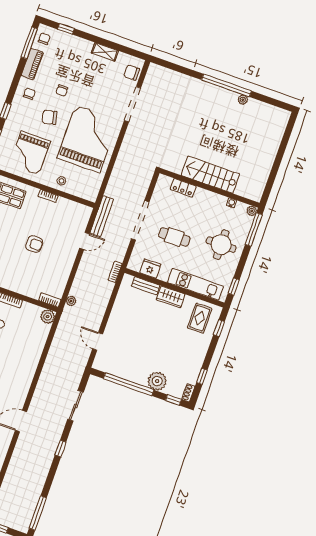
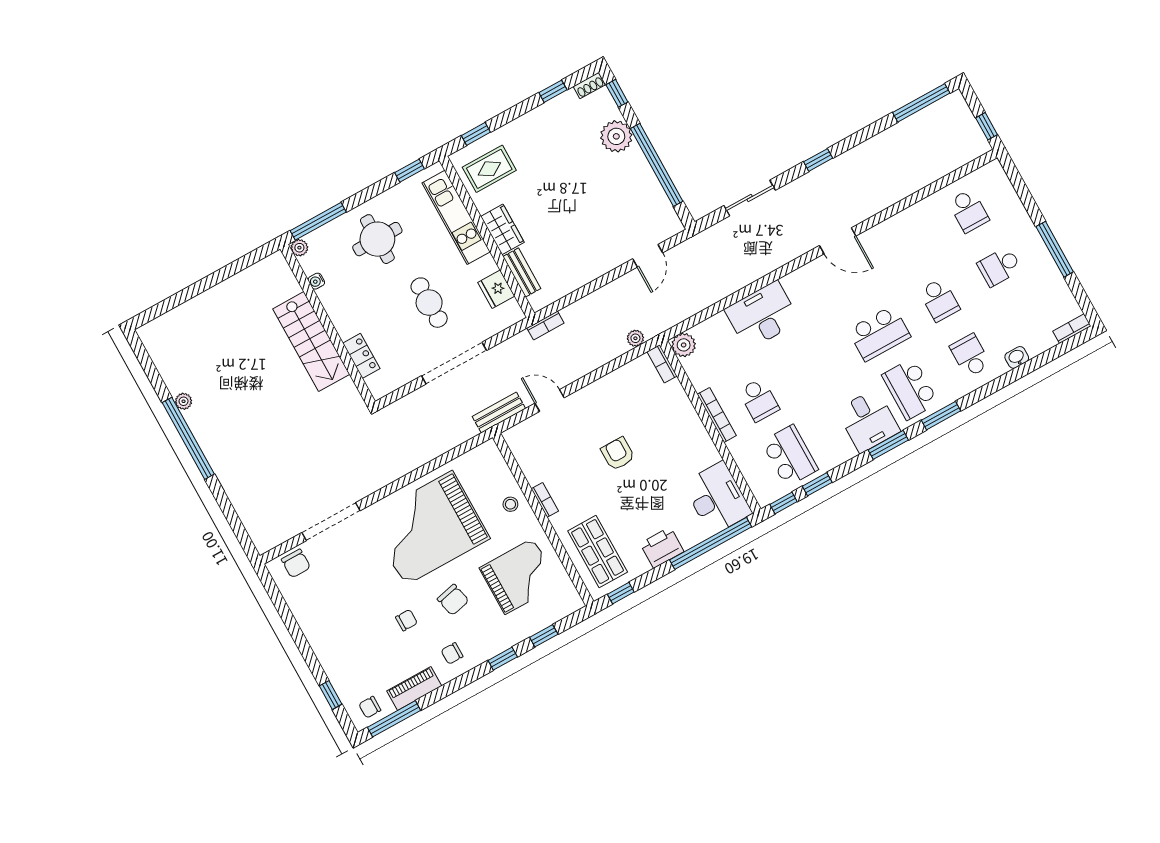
shelving: (105, 52) -> (307, 621), removed
bench: (102, 216) -> (499, 413), width x0.73
desk: (25, 360) -> (762, 315), added

